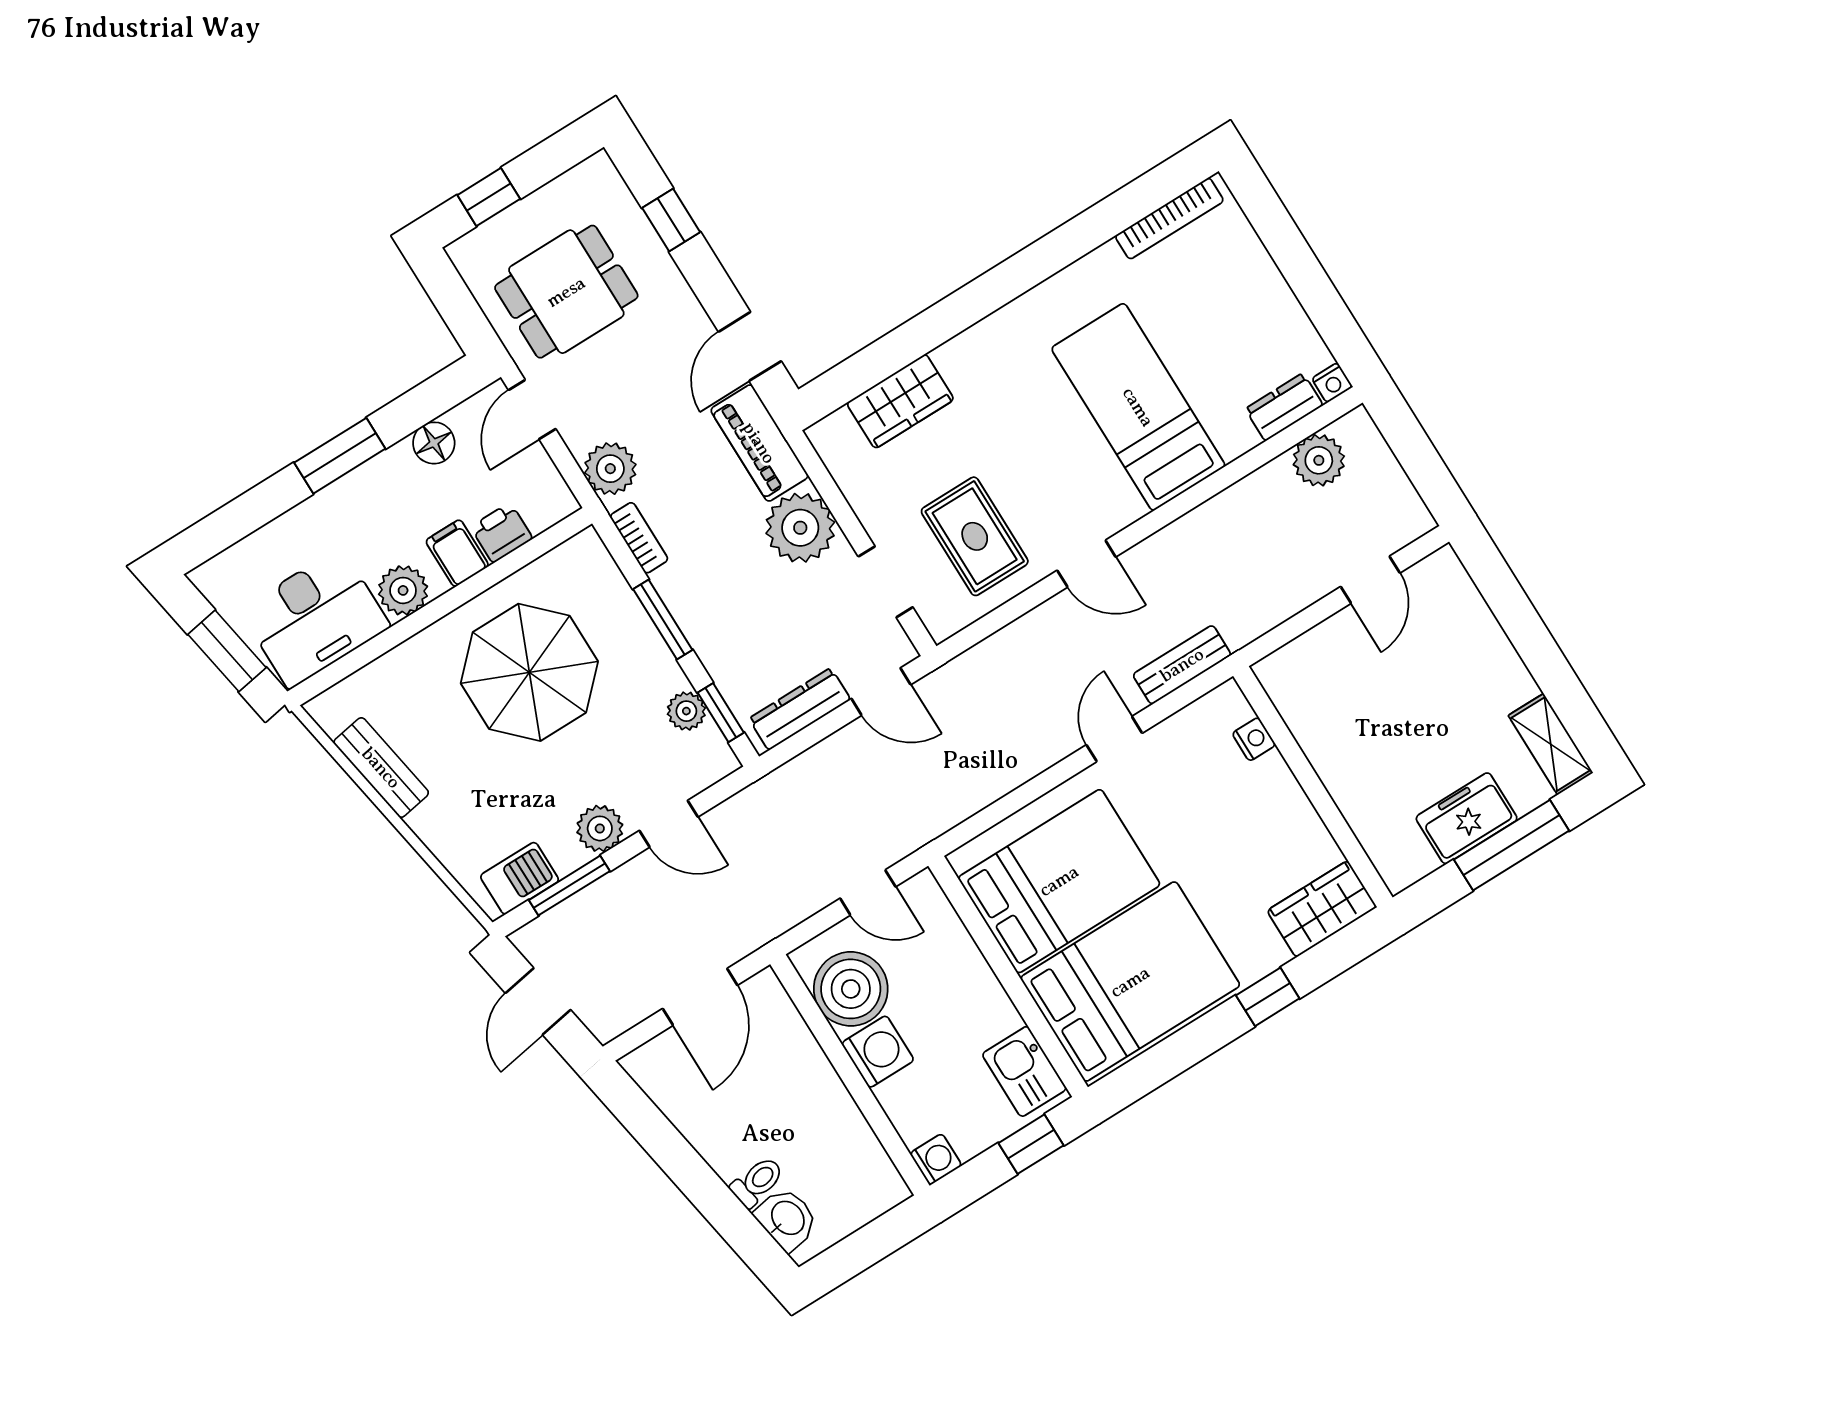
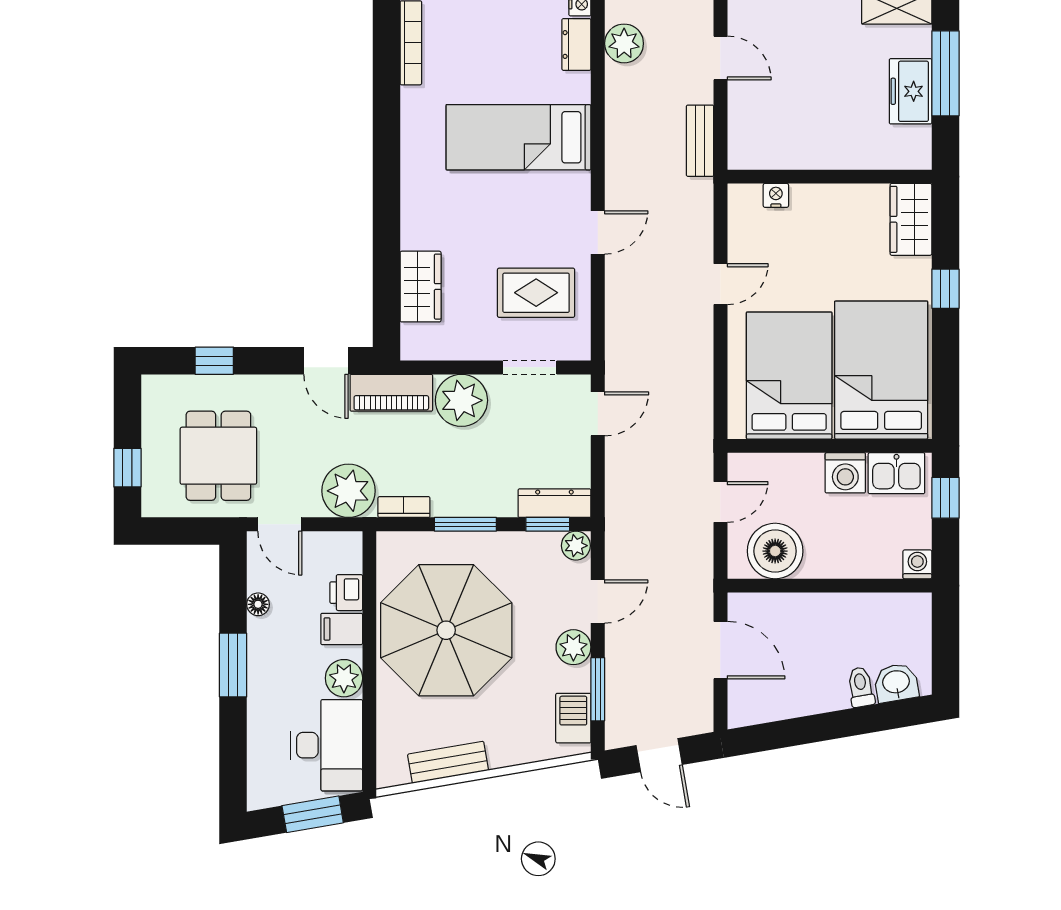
floor lamp: (434, 443) -> (258, 604), width x0.73, depth x0.73
plant: (610, 469) -> (349, 491), width x1.36, depth x1.36
bench: (1182, 665) -> (700, 141), moved
parasol: (529, 672) -> (446, 630), width x1.36, depth x1.36
dresser: (800, 709) -> (554, 503), moved, turned 90
plant: (686, 711) -> (576, 546), moved
door: (1114, 739) -> (720, 284), swing flipped
washing machine: (878, 1052) -> (845, 473), moved, turned 180

